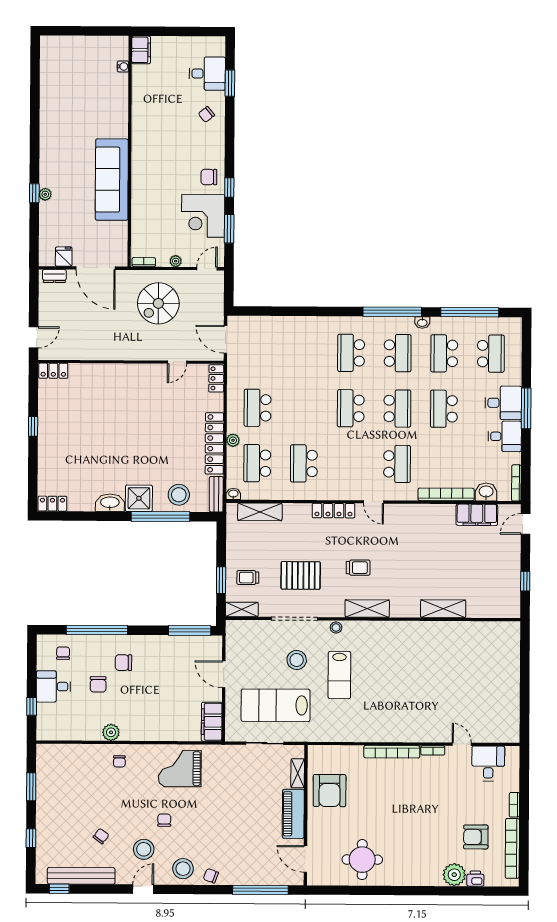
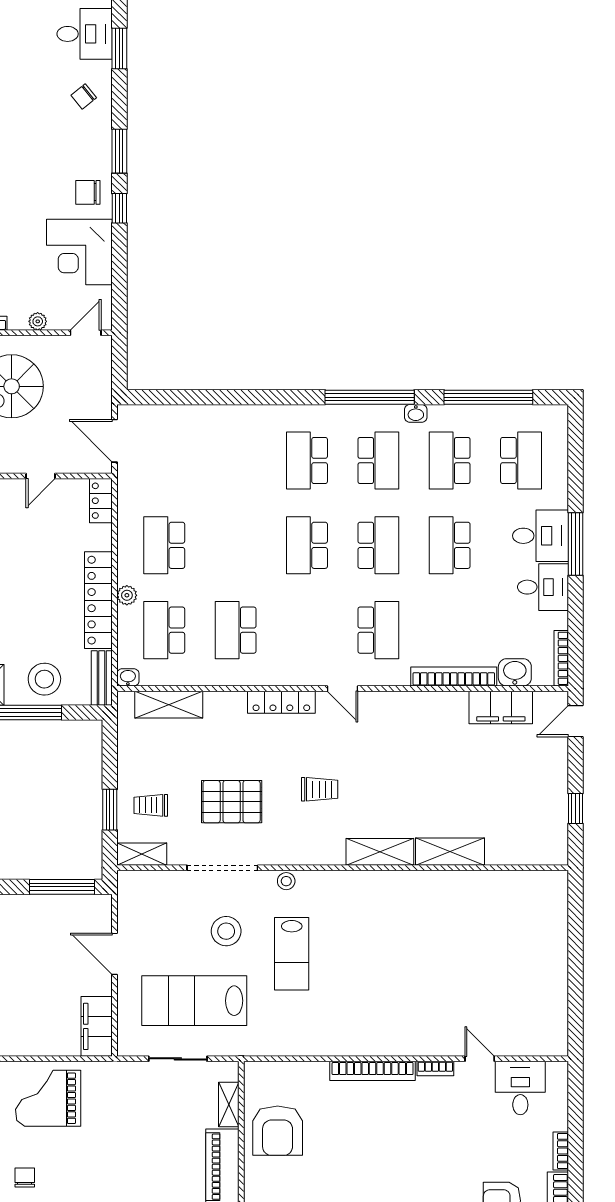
window: (229, 229) -> (119, 151), moved
shelving: (367, 609) -> (380, 852), moved

